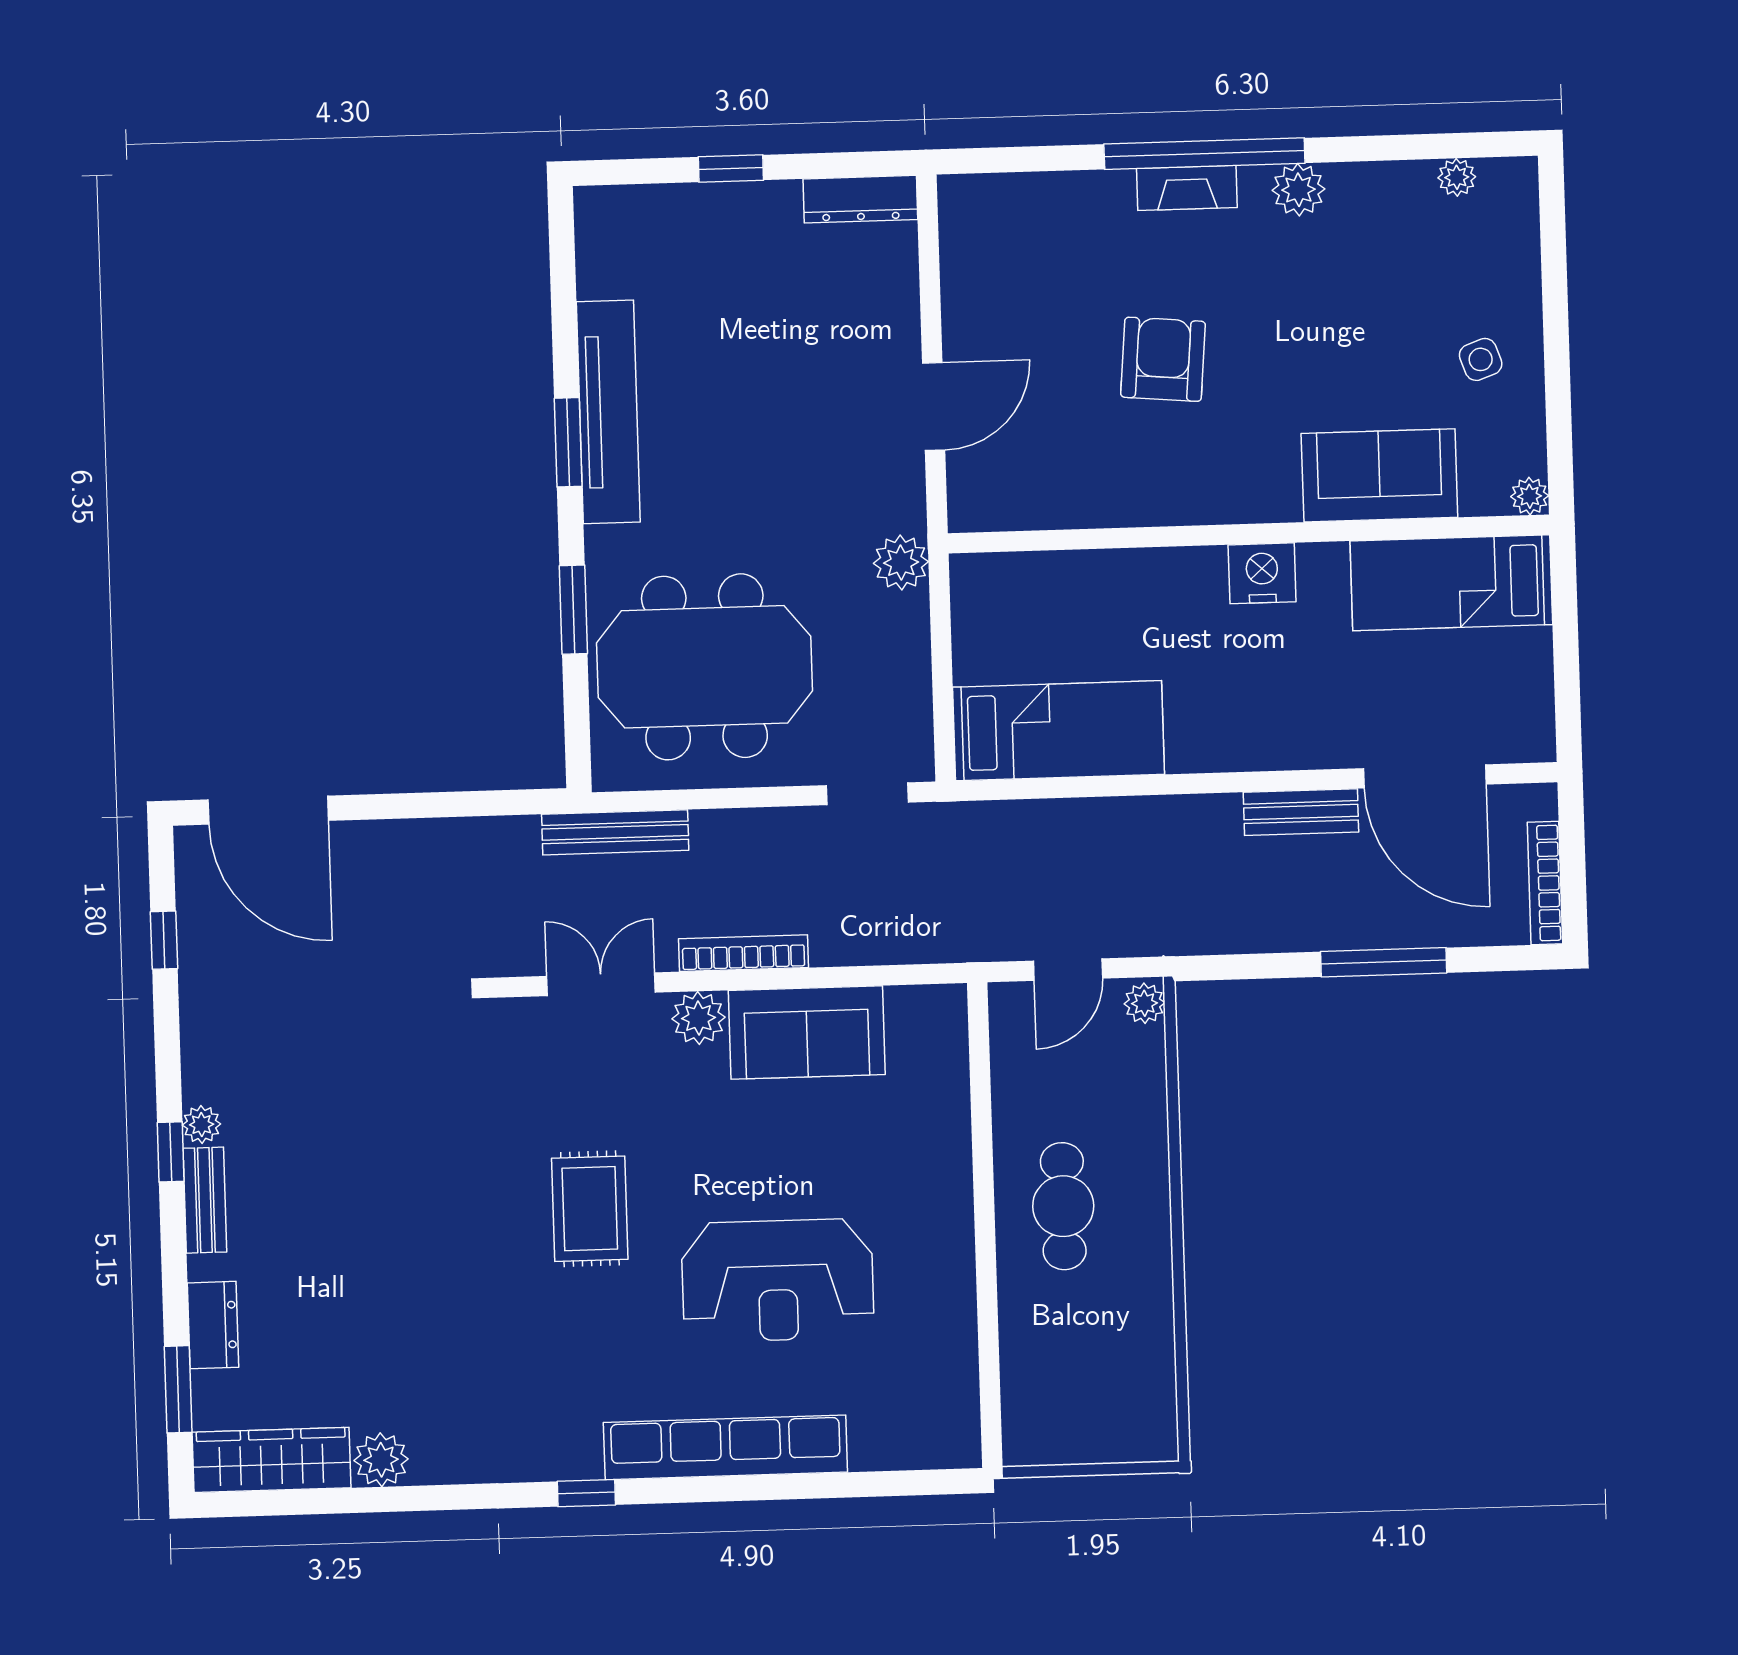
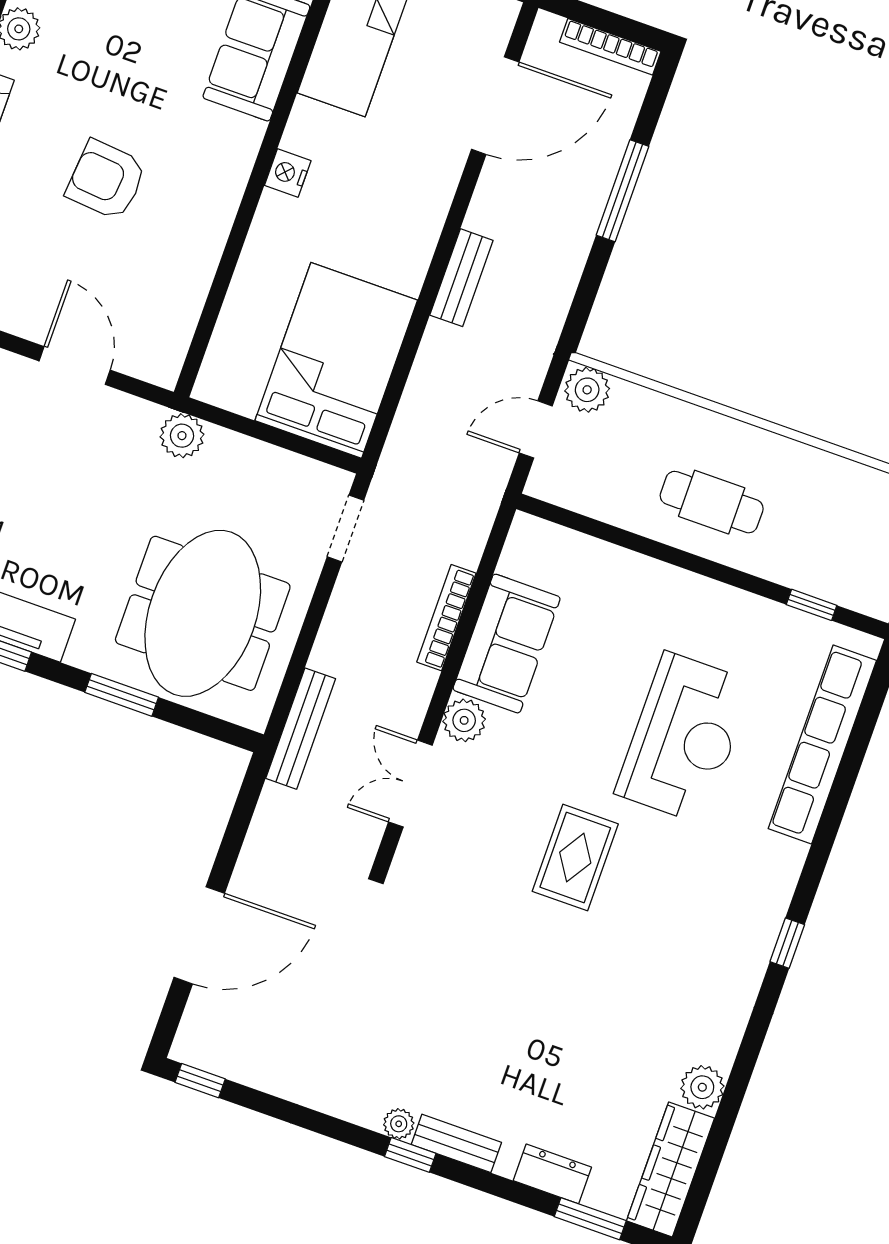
nightstand: (1262, 573) -> (288, 173), width x0.74, depth x0.75
bed: (1058, 731) -> (336, 360), width x1.50
door: (268, 810) -> (199, 935), moved
bench: (1301, 812) -> (461, 278), moved
window: (164, 940) -> (200, 1081), moved
bookcase: (743, 953) -> (446, 618), moved
door: (1068, 970) -> (536, 429), swing flipped
plant: (1144, 1003) -> (587, 390), width x1.38, depth x1.38
rug: (590, 1209) -> (575, 858), turned 90
window: (989, 1368) -> (812, 605), added
row of seats: (725, 1447) -> (822, 745), moved

